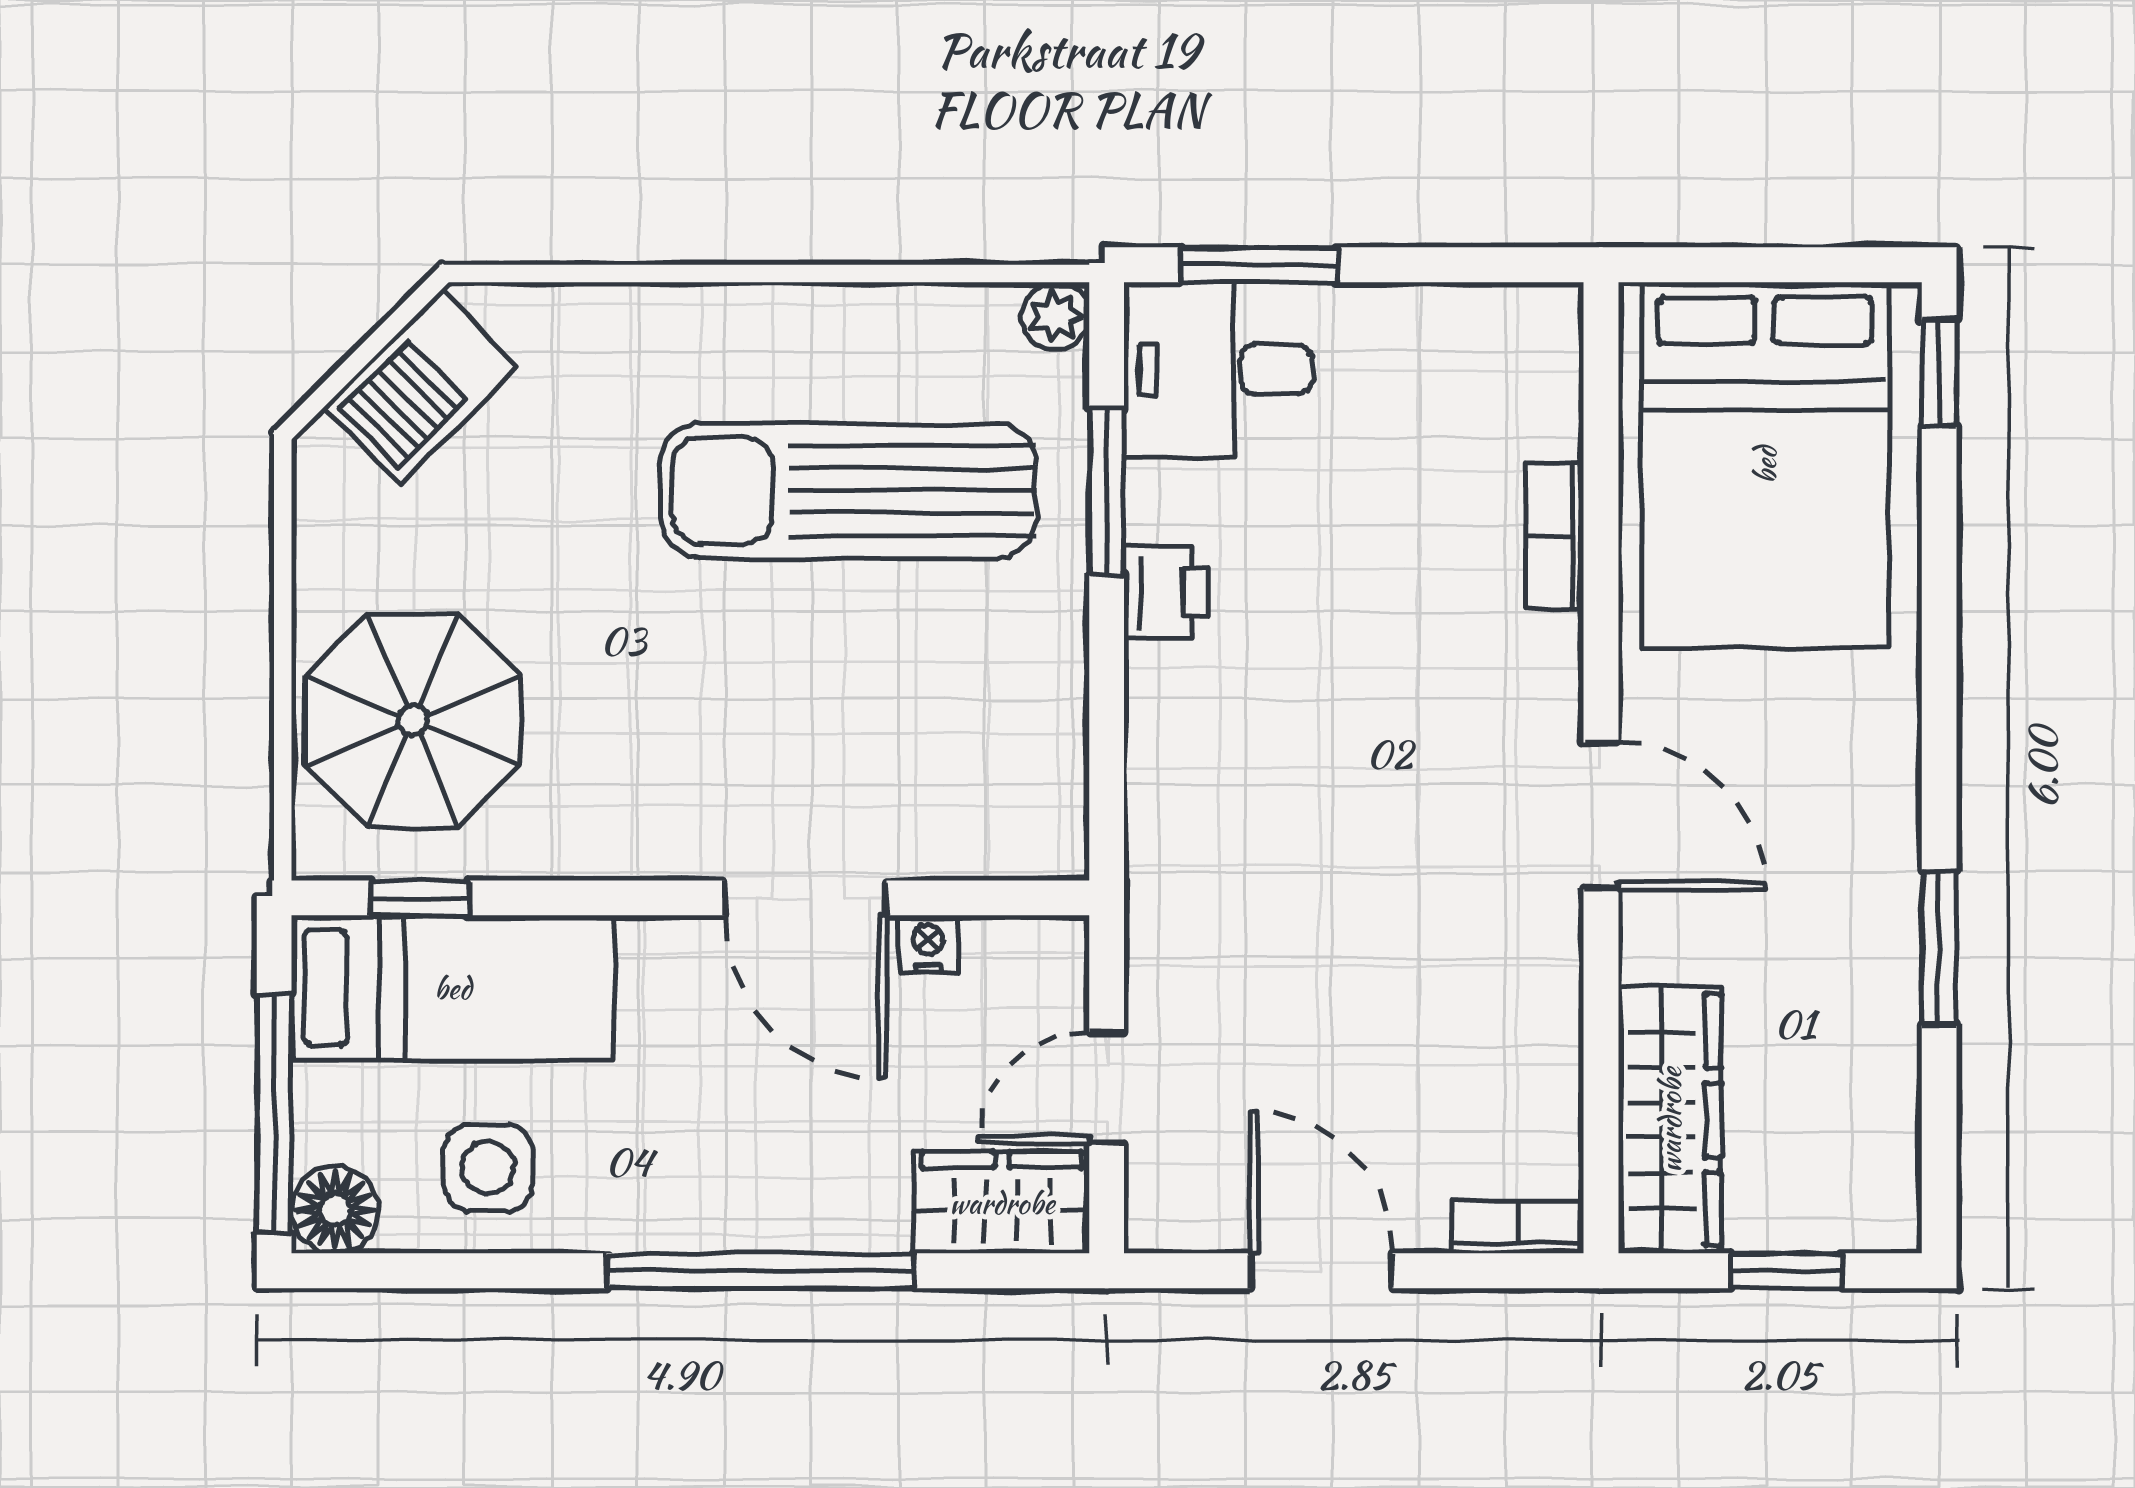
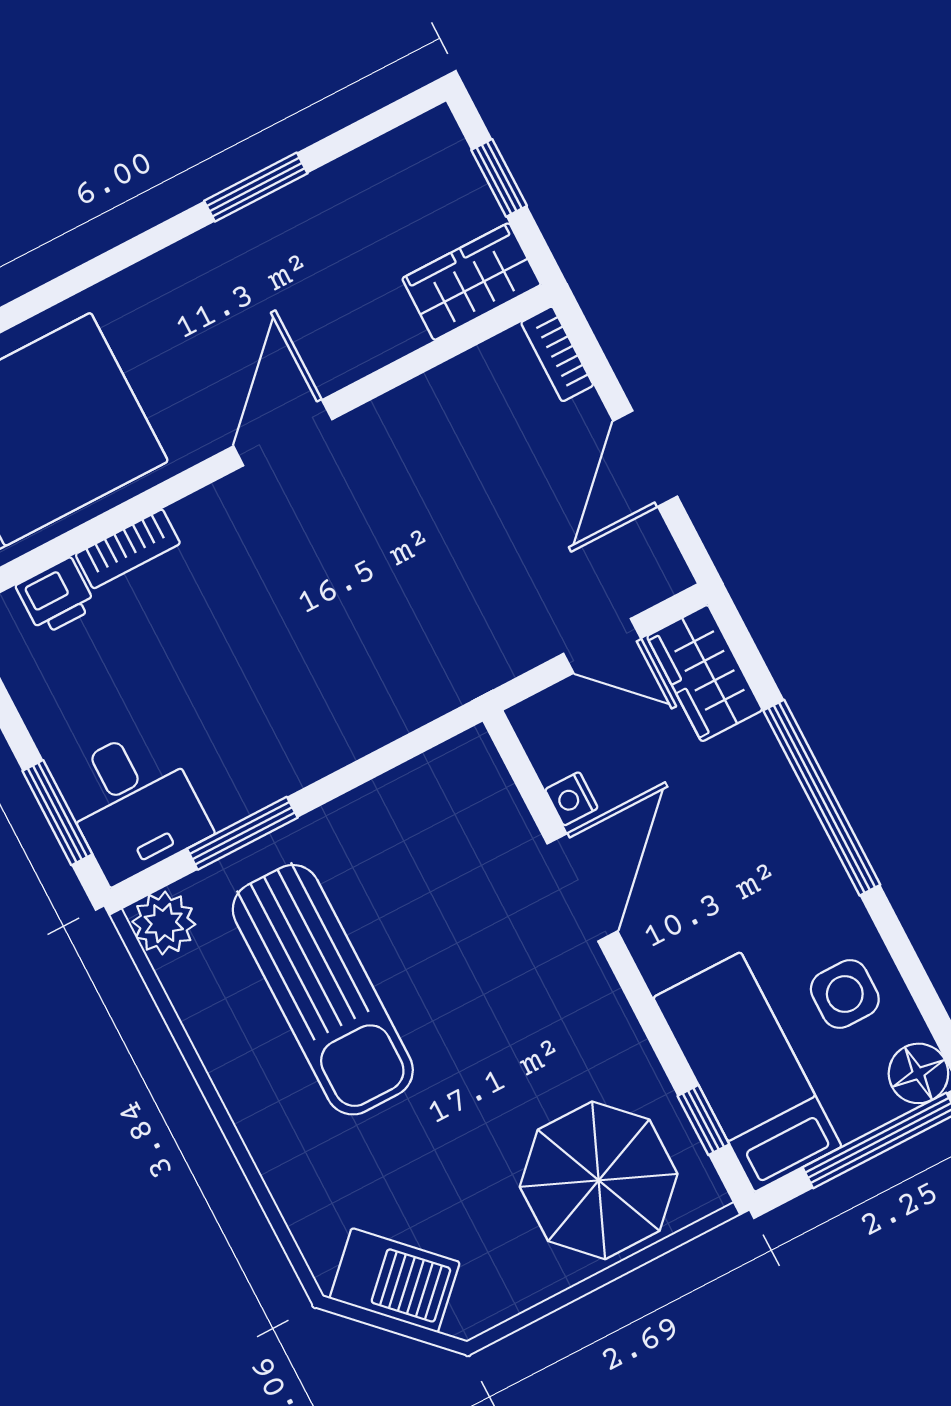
plant: (1056, 316) -> (164, 923), width x1.38, depth x1.38
printer: (1166, 592) -> (56, 596), moved, turned 180
wardrobe: (1670, 1120) -> (471, 282), width x0.67

